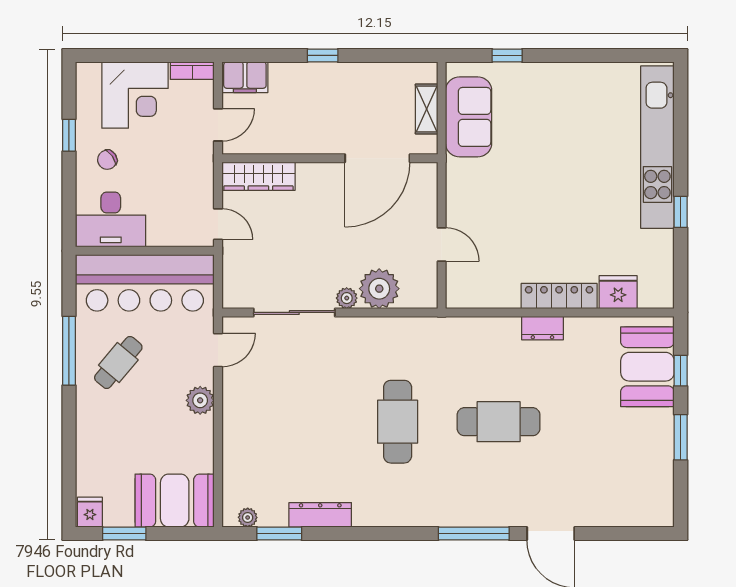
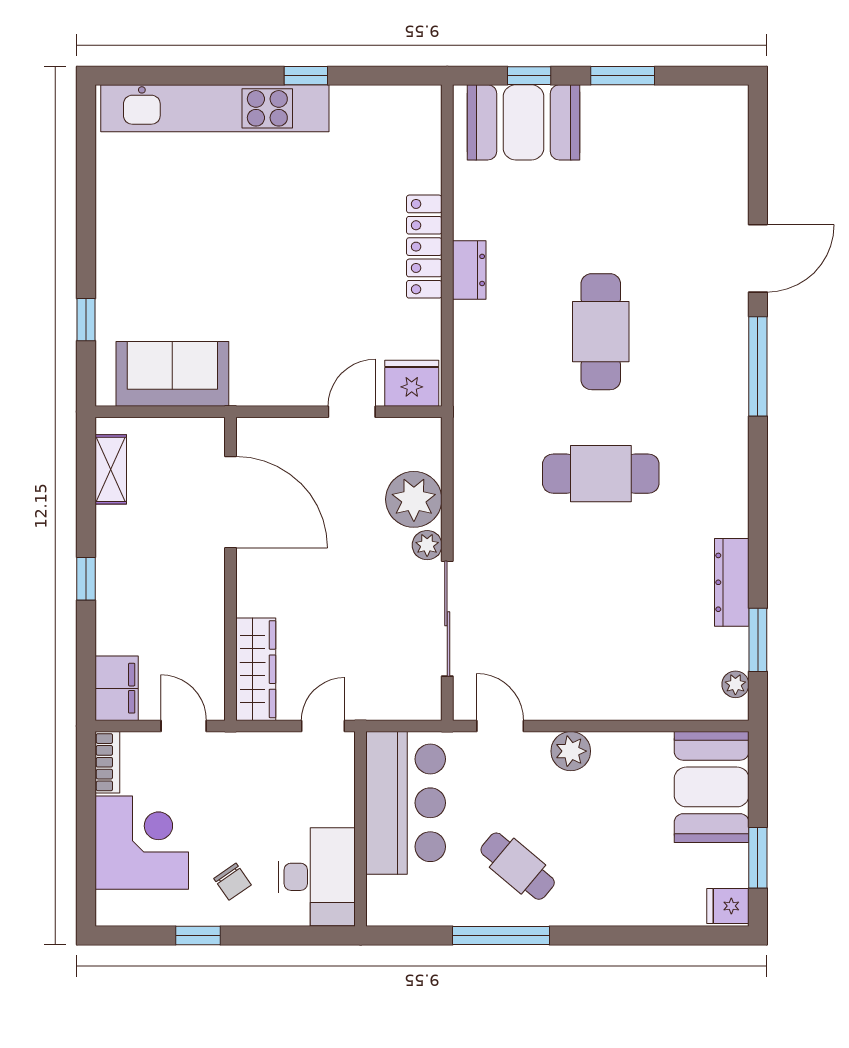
shelving: (427, 109) -> (111, 469), moved, turned 90
bar counter: (145, 283) -> (406, 803), width x0.73
fridge: (618, 292) -> (412, 383), moved, turned 90

